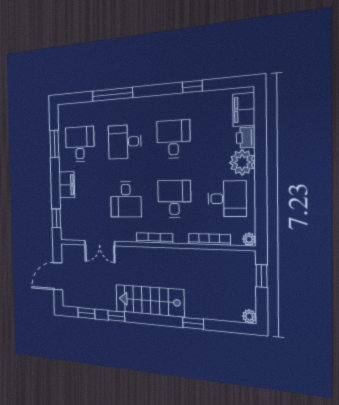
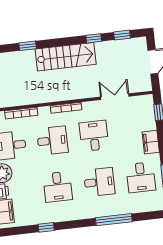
desk: (174, 199) -> (52, 141), turned -90

